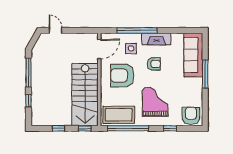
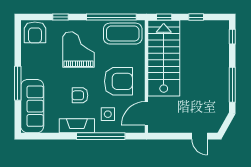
window: (29, 101) -> (232, 37), moved
grand piano: (155, 102) -> (78, 50), turned 180

